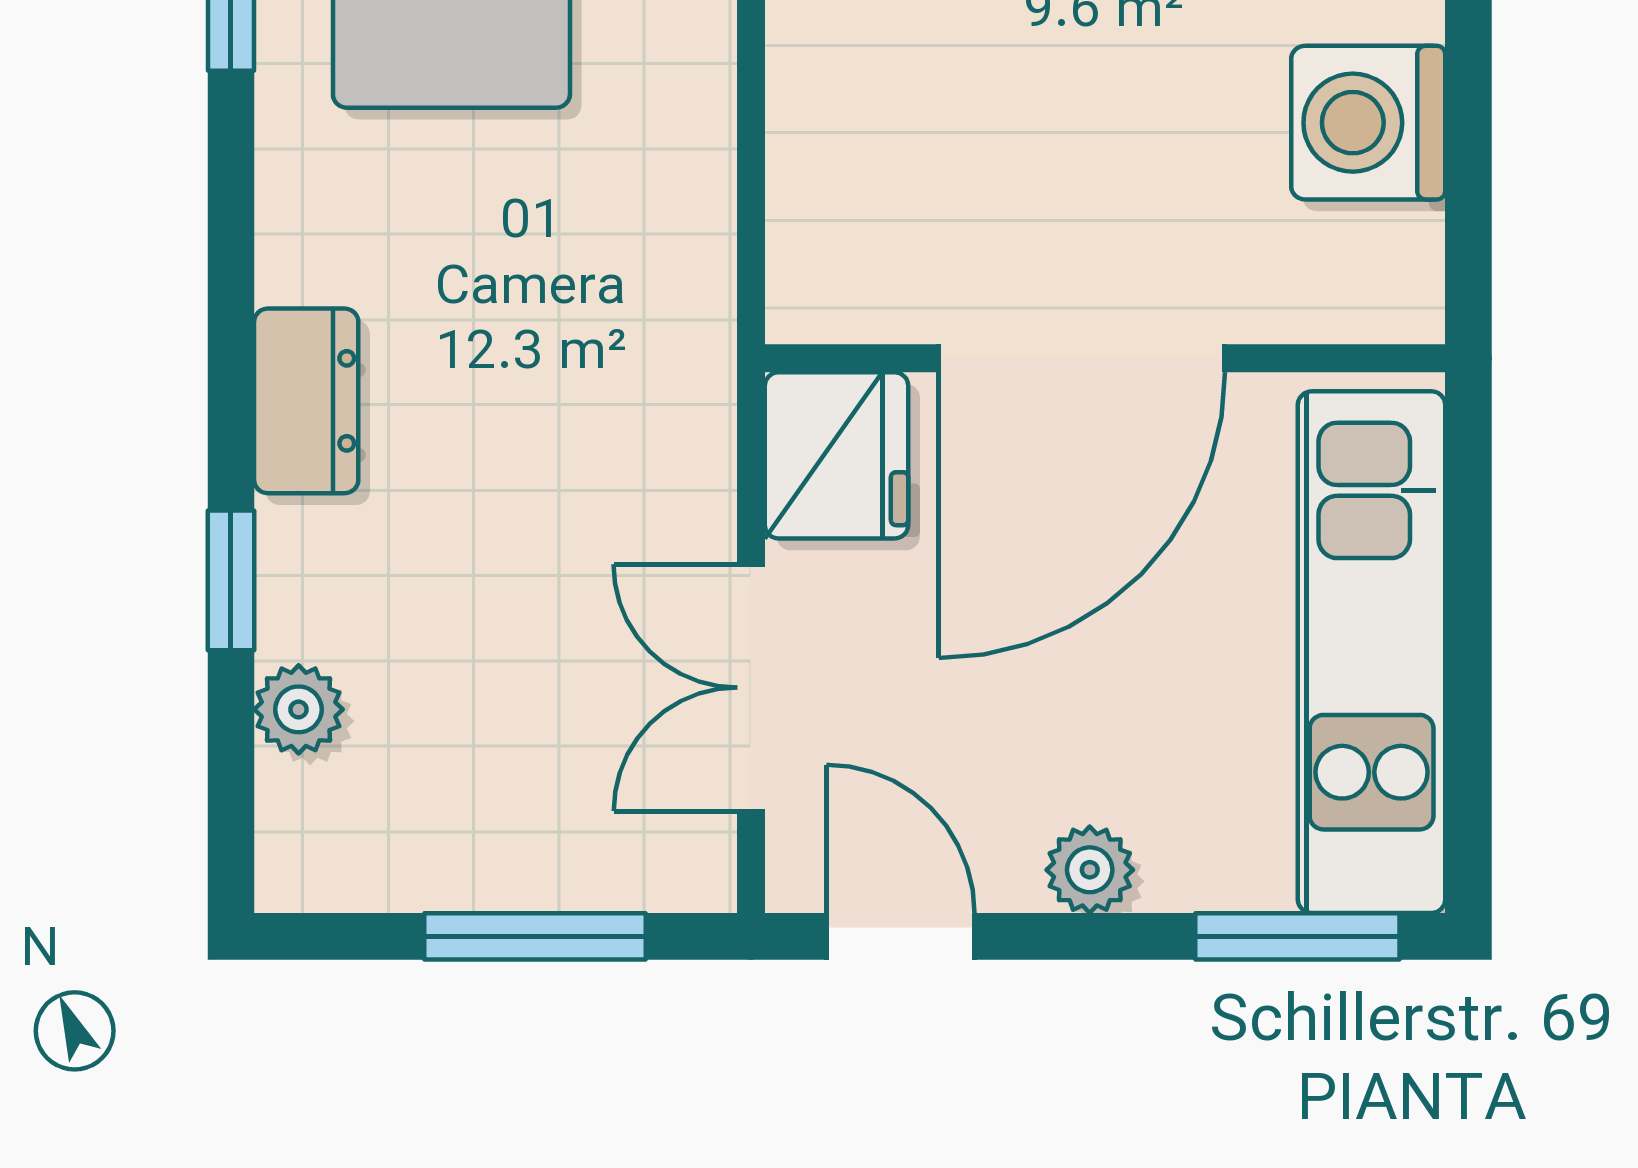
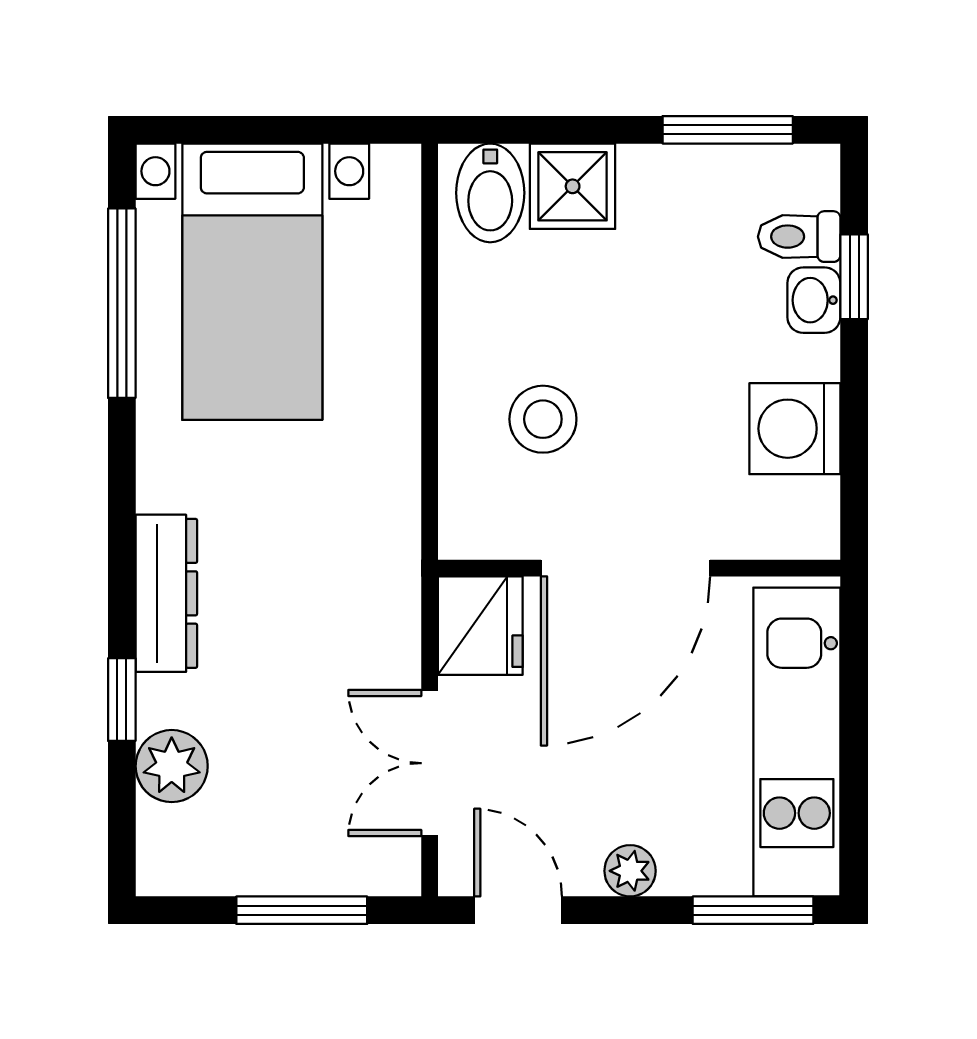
stool: (942, 107) -> (543, 419), added
dresser: (306, 401) -> (166, 593), width x1.44
plant: (299, 709) -> (172, 766), width x1.38, depth x1.38

